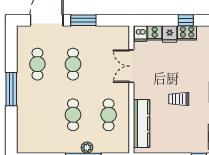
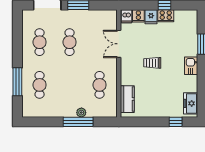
window: (11, 89) -> (17, 82), moved
trolley: (179, 99) -> (152, 63), moved
cafe table: (73, 115) -> (40, 85), moved
kitchen counter: (141, 124) -> (127, 99), width x0.67

